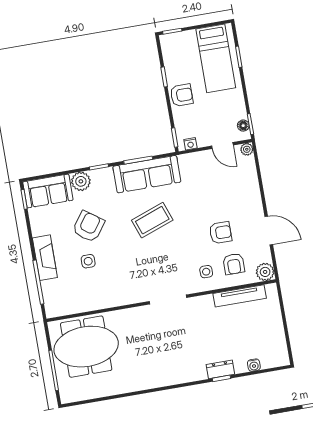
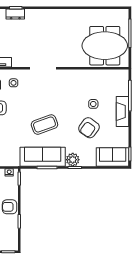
plant: (81, 181) -> (73, 160), moved

